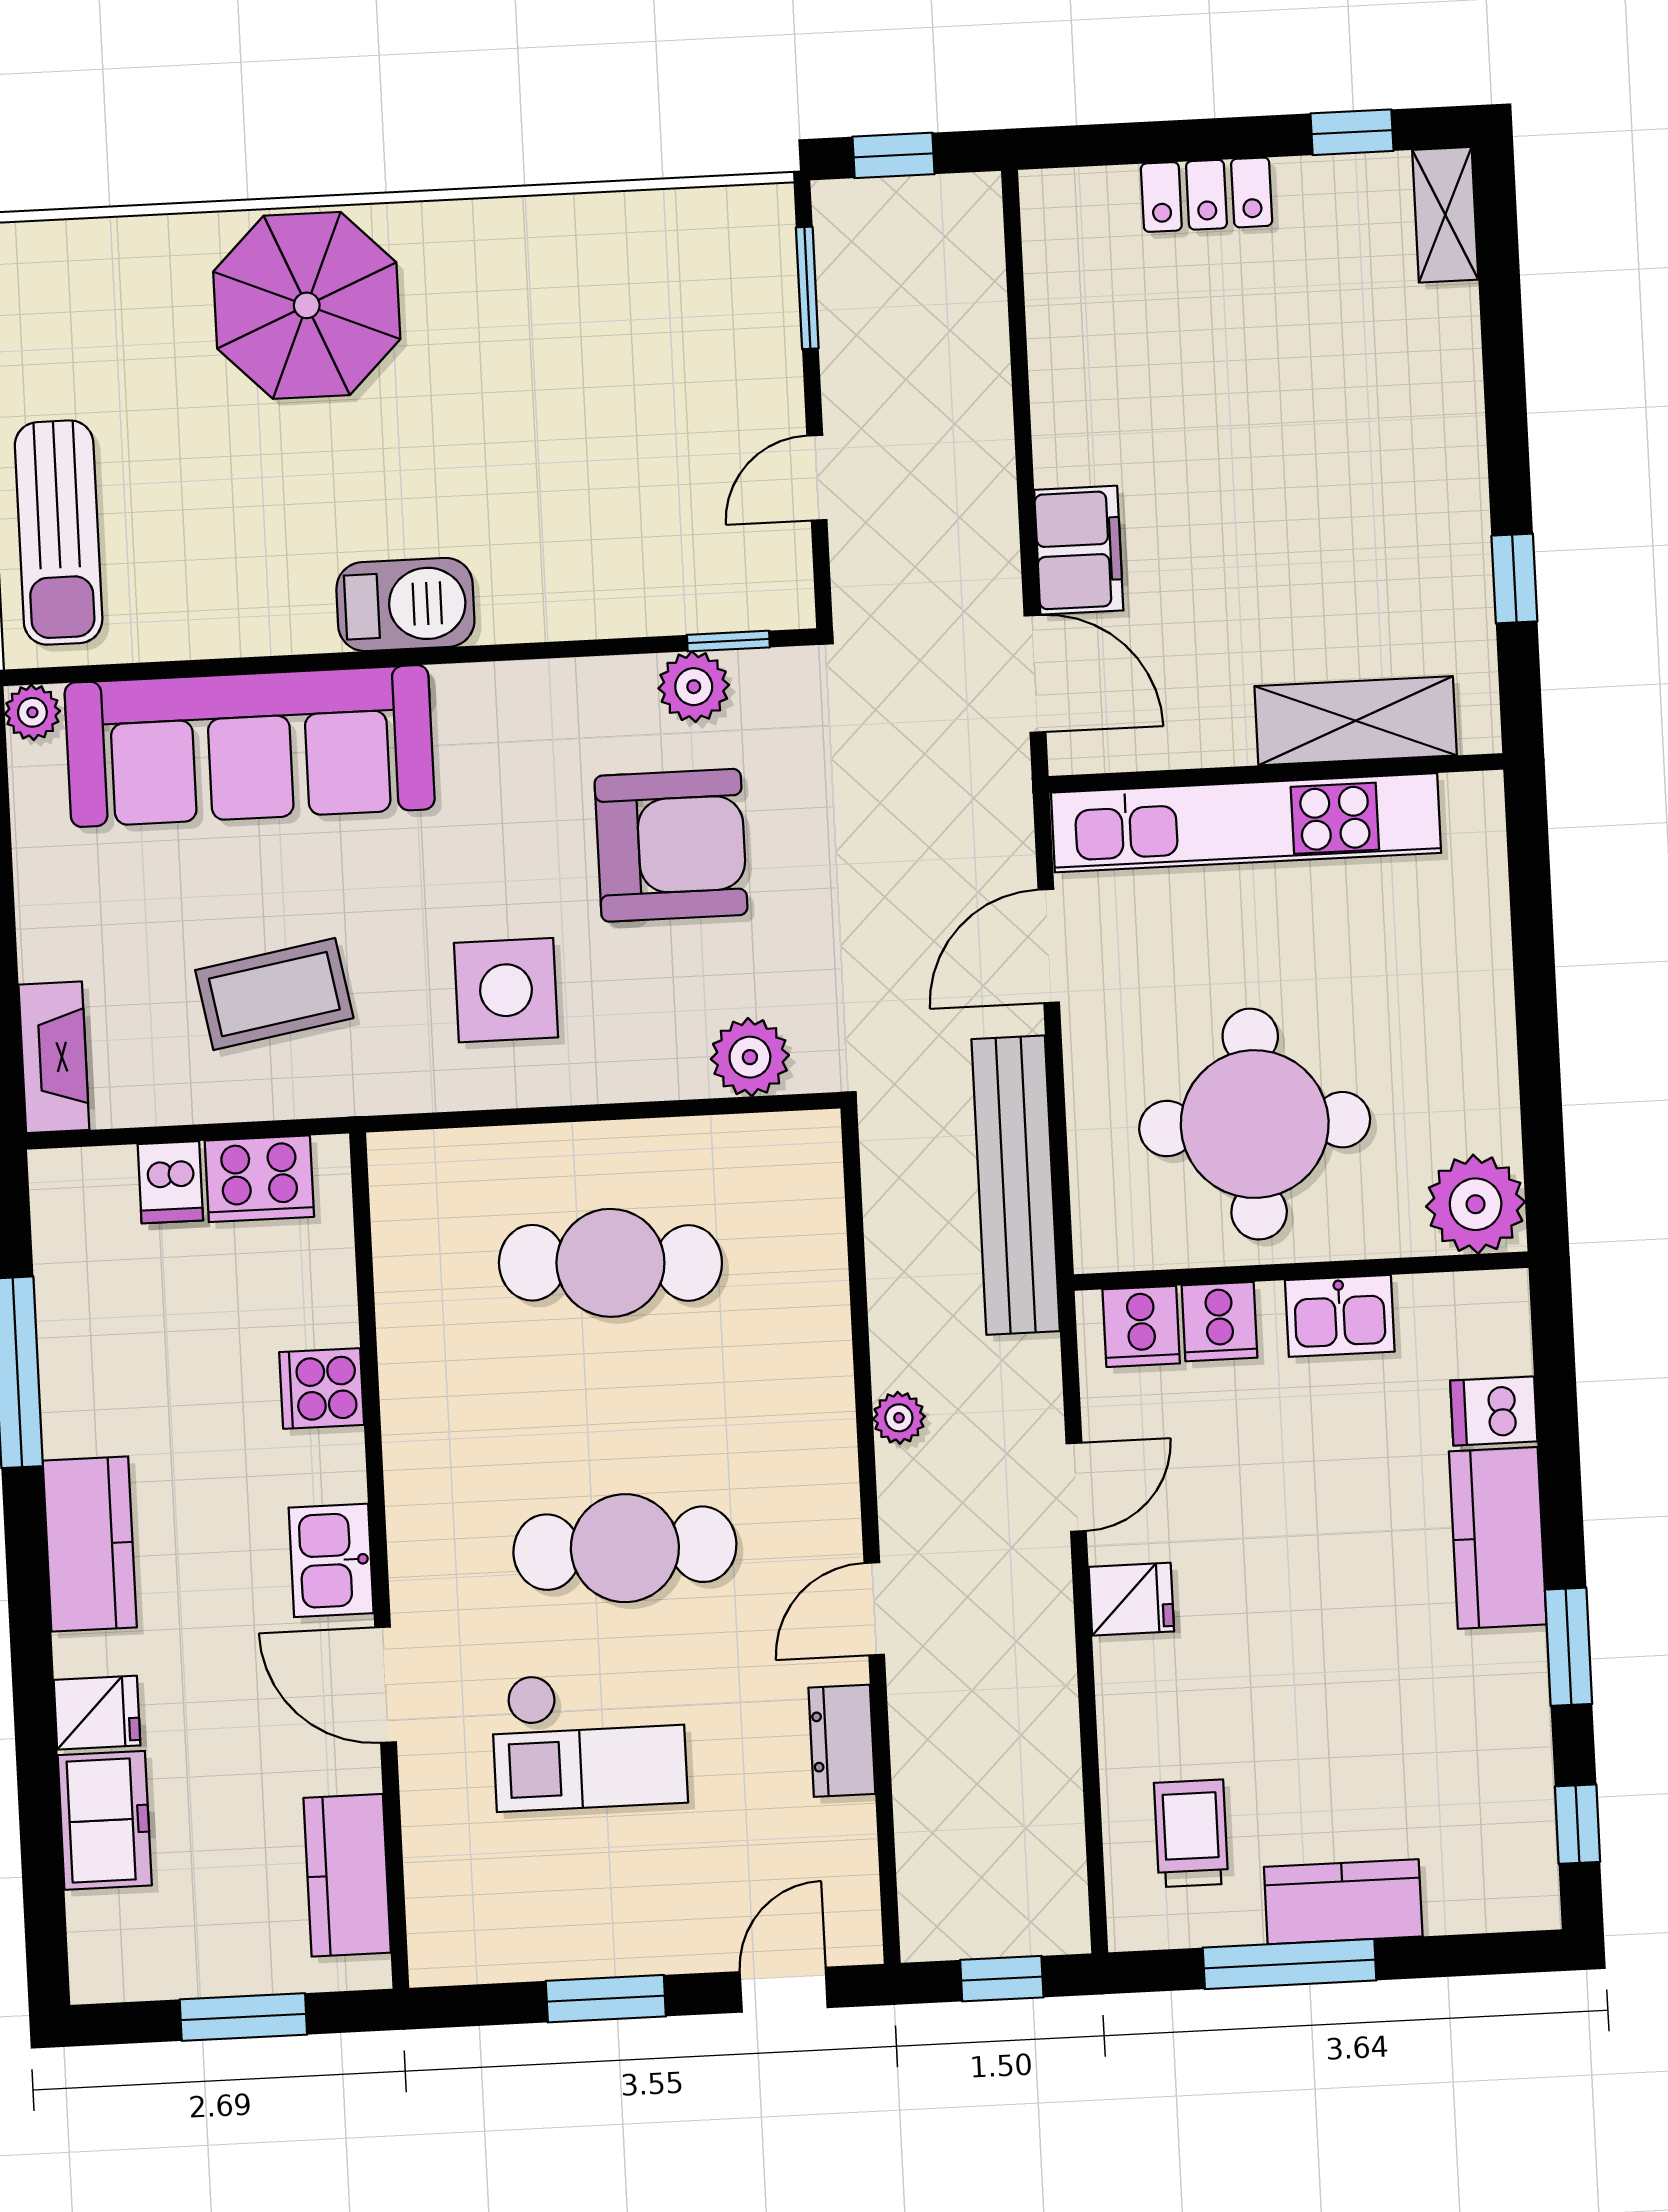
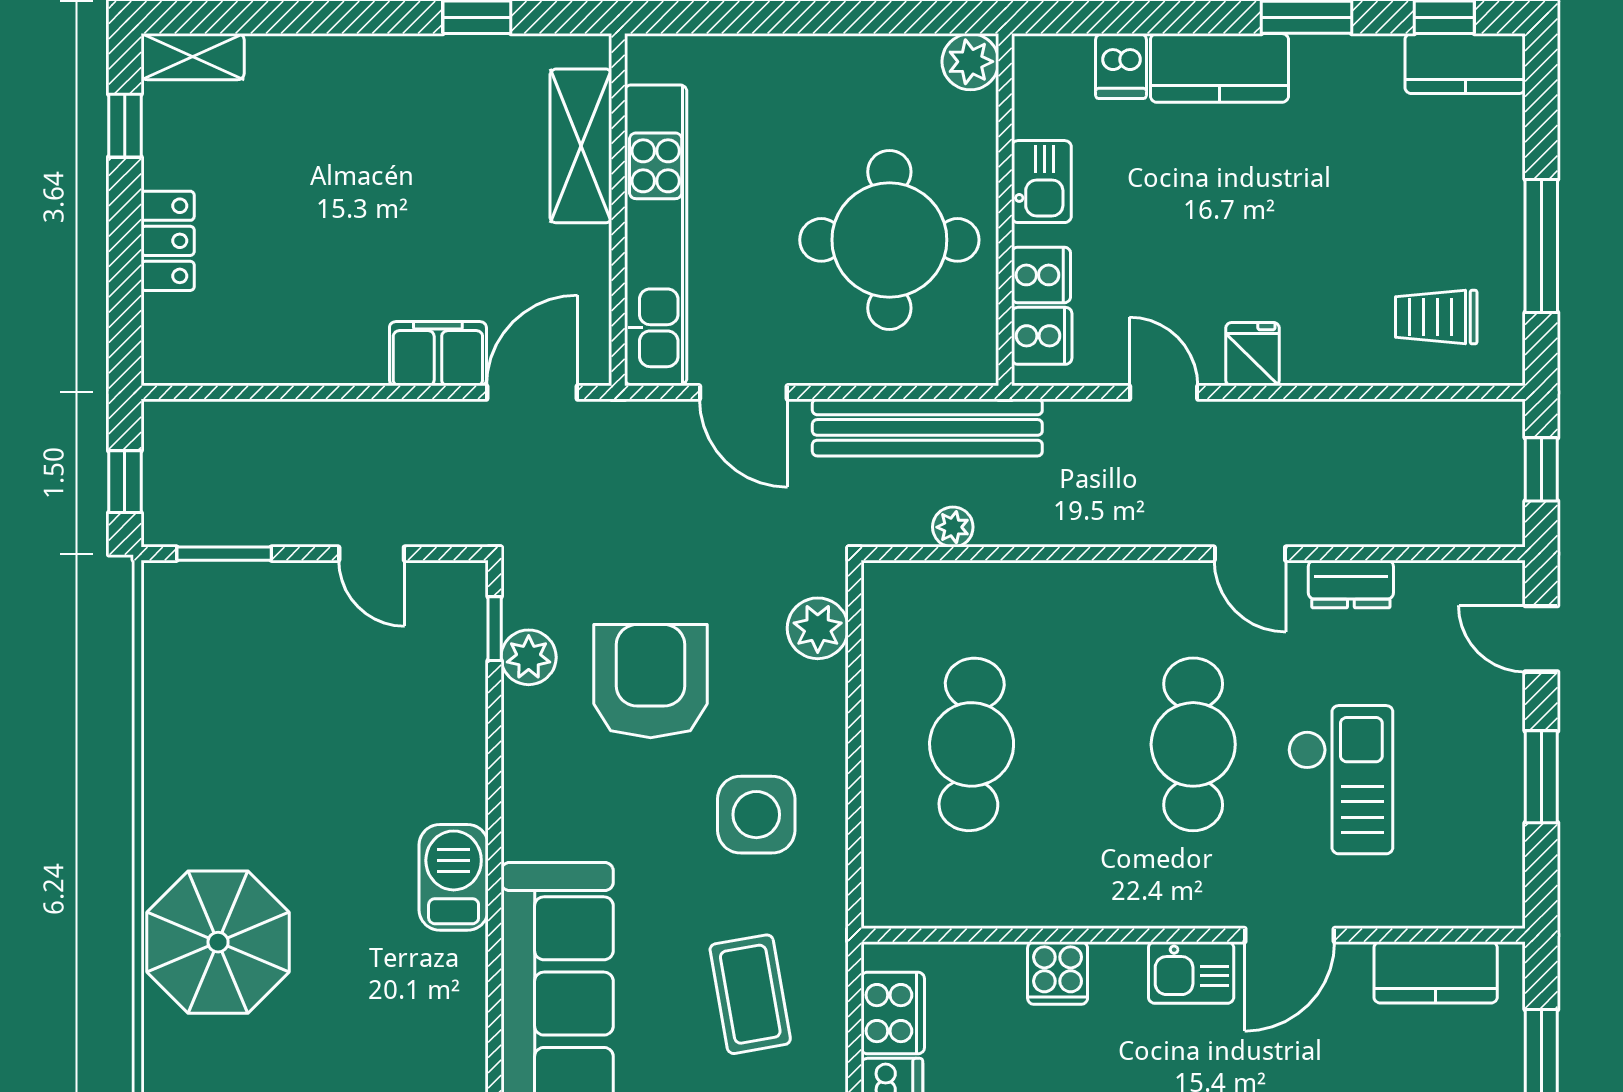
plant: (1476, 1204) -> (970, 62), width x0.73, depth x0.73
plant: (899, 1418) -> (953, 527), moved
kitchen counter: (1343, 1902) -> (1465, 64), moved, turned -90

